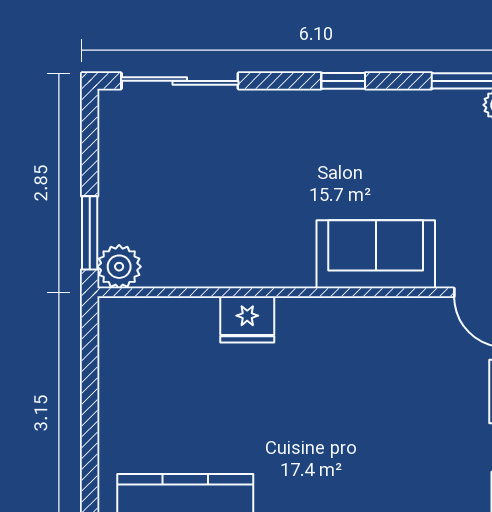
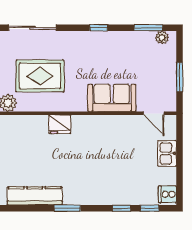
rug: (198, 200) -> (40, 76), added

